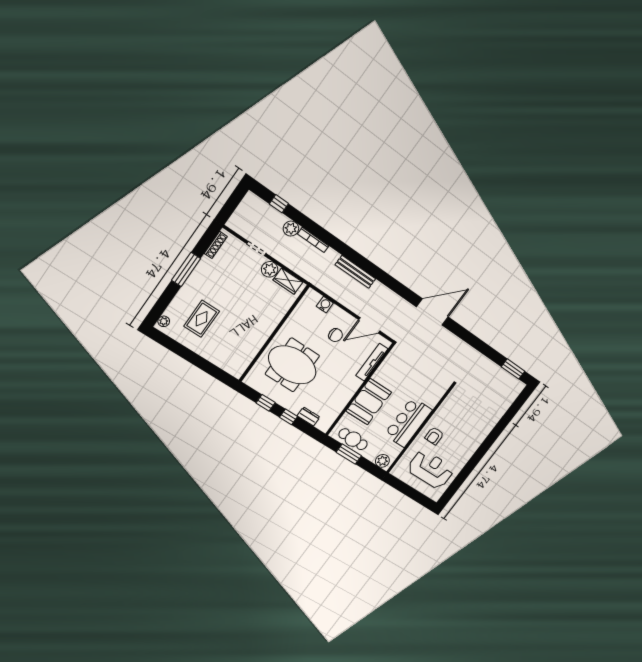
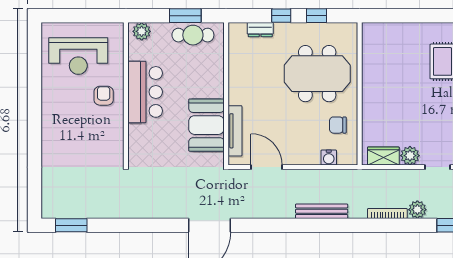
door: (369, 325) -> (267, 167), hinge flipped
chair: (336, 335) -> (338, 125), moved
booth: (369, 402) -> (206, 125), moved

